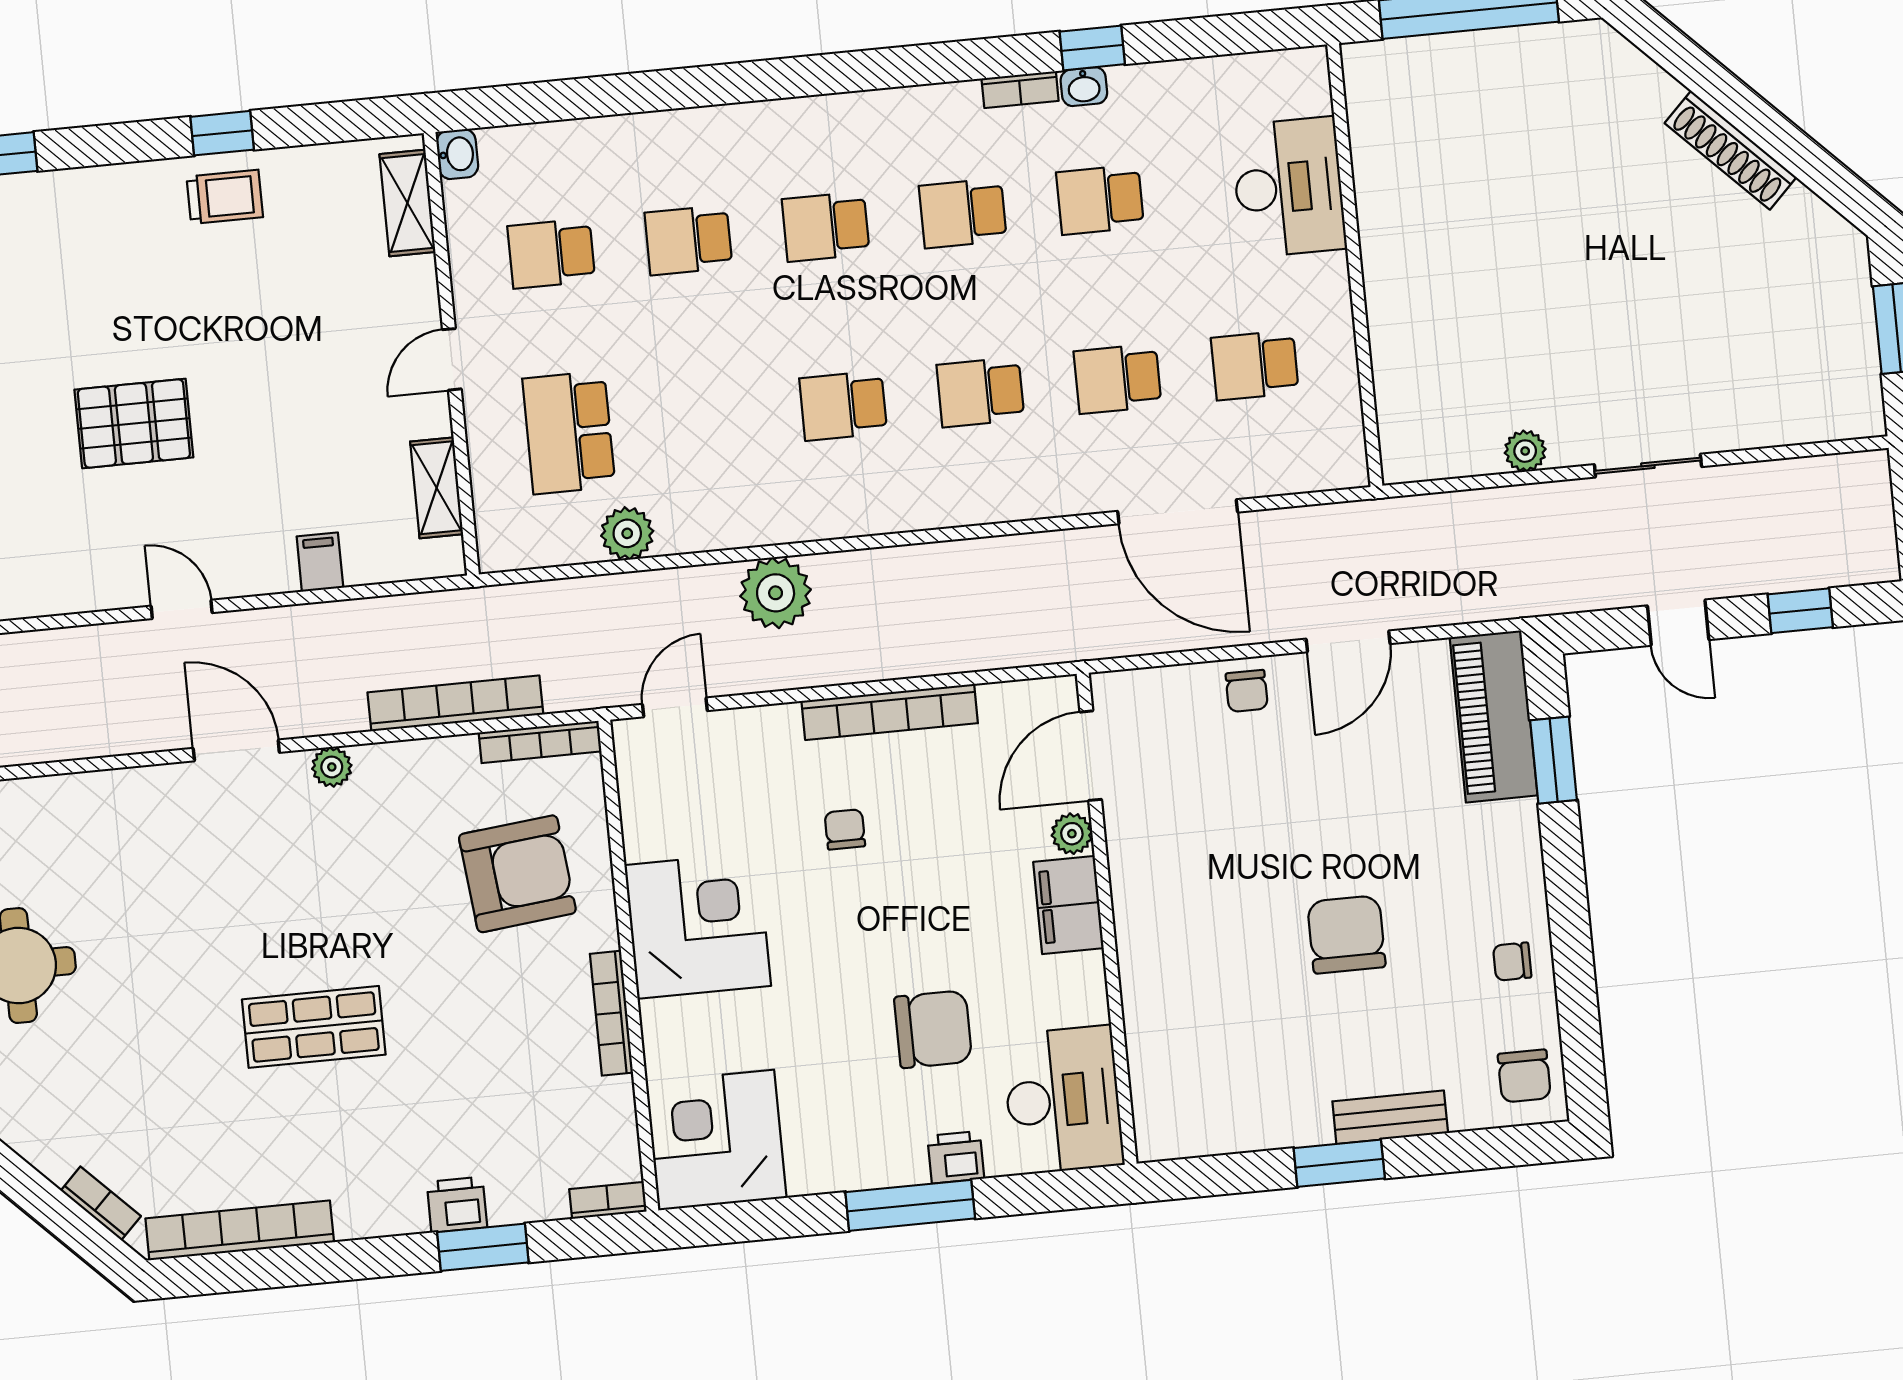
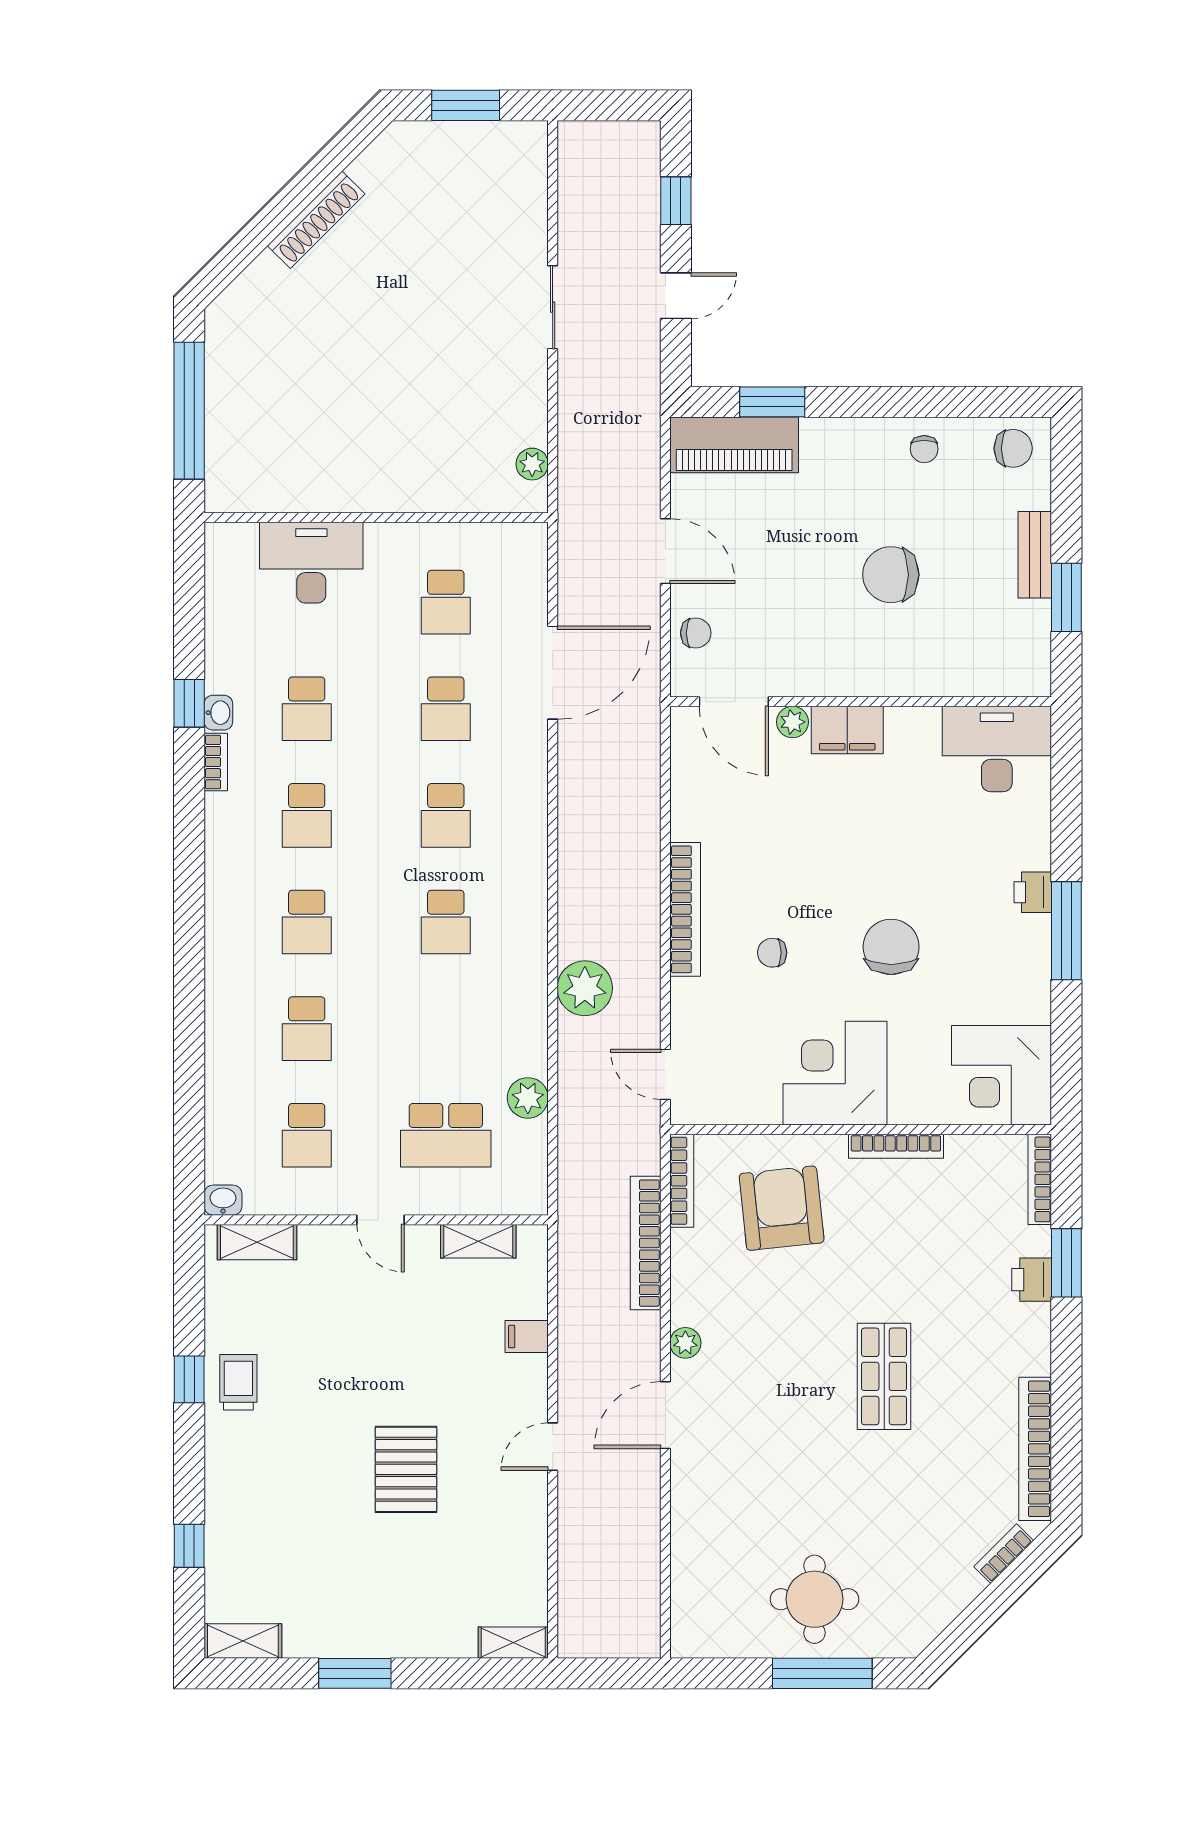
plant: (1525, 451) -> (532, 464), moved
door: (1091, 756) -> (734, 702), moved
plant: (1072, 834) -> (792, 722), moved
filing cabinet: (1068, 905) -> (847, 730), moved
wall: (1107, 919) -> (861, 702), moved
chair: (933, 1029) -> (891, 947), moved
desk: (1063, 1100) -> (997, 749), moved
bookcase: (608, 1200) -> (1040, 1179), width x1.56

